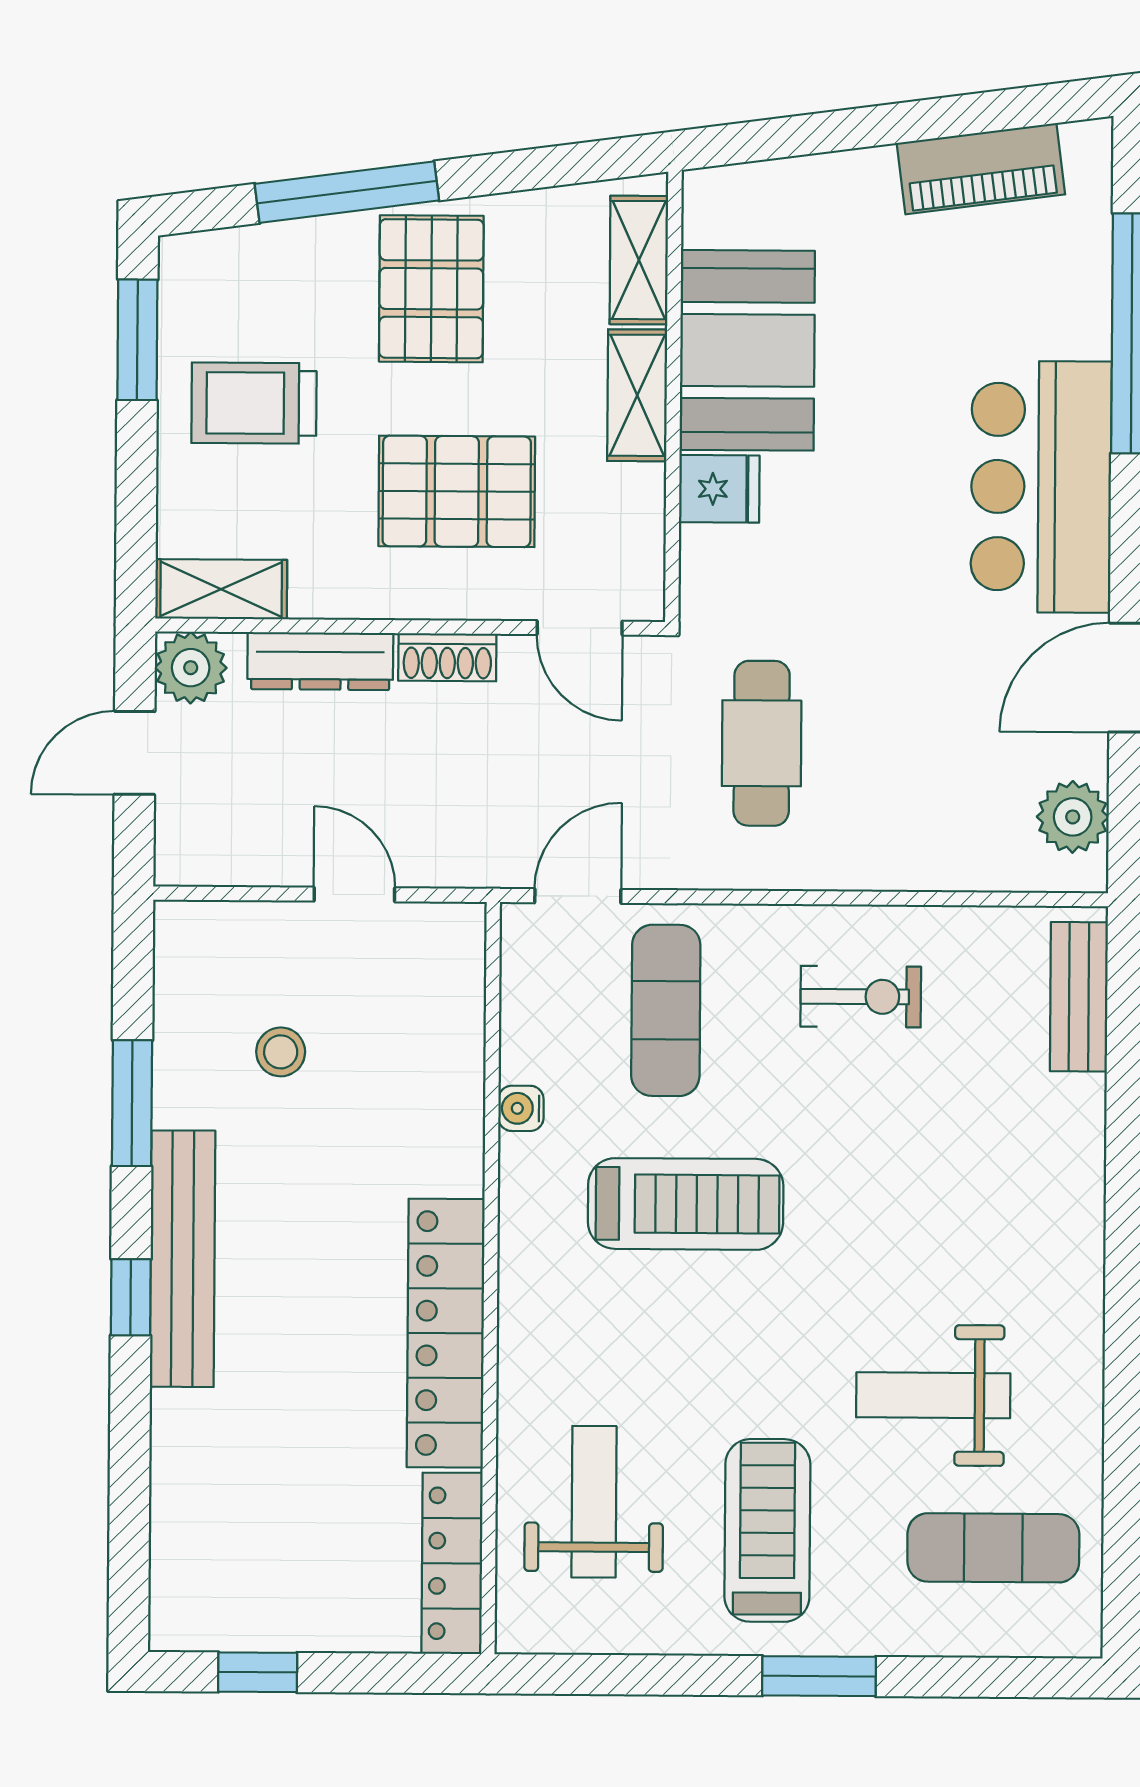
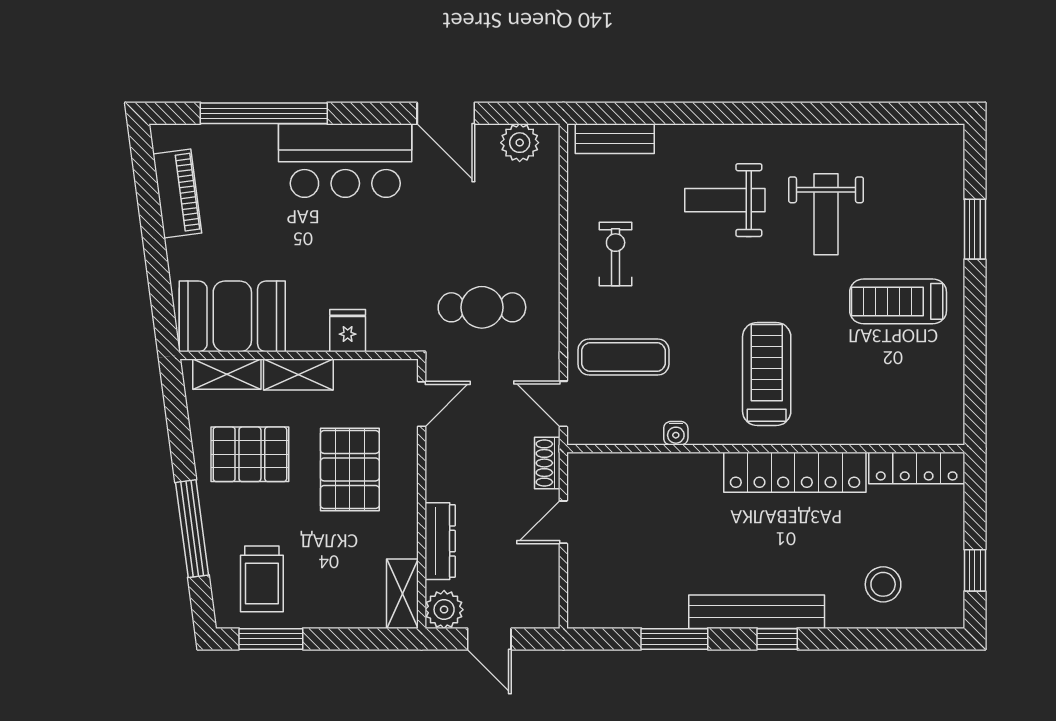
pallet: (431, 289) -> (250, 454), moved
booth: (747, 350) -> (232, 316), moved
trolley: (254, 403) -> (262, 579), moved
shoe rack: (447, 657) -> (547, 463), moved, turned 180
stool: (281, 1052) -> (883, 584), moved, width x1.37, depth x1.37
treadmill: (686, 1204) -> (767, 374), moved
weight bench: (594, 1502) -> (725, 200), moved
exercise mat: (993, 1548) -> (906, 182), removed
window: (819, 1676) -> (975, 229), moved

